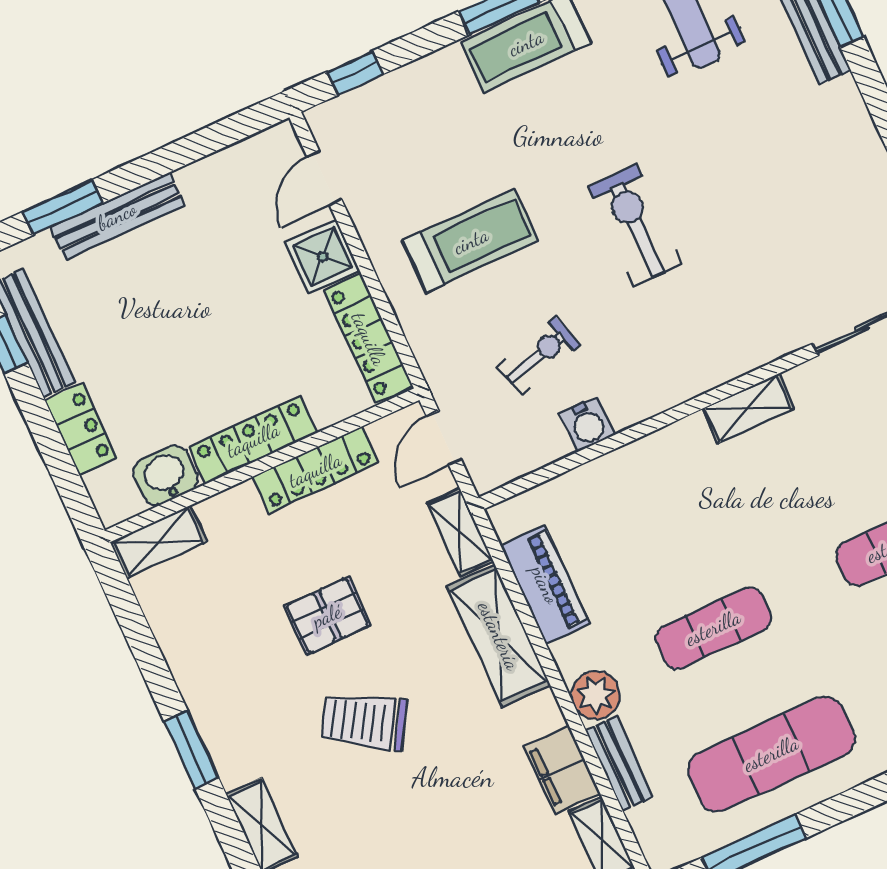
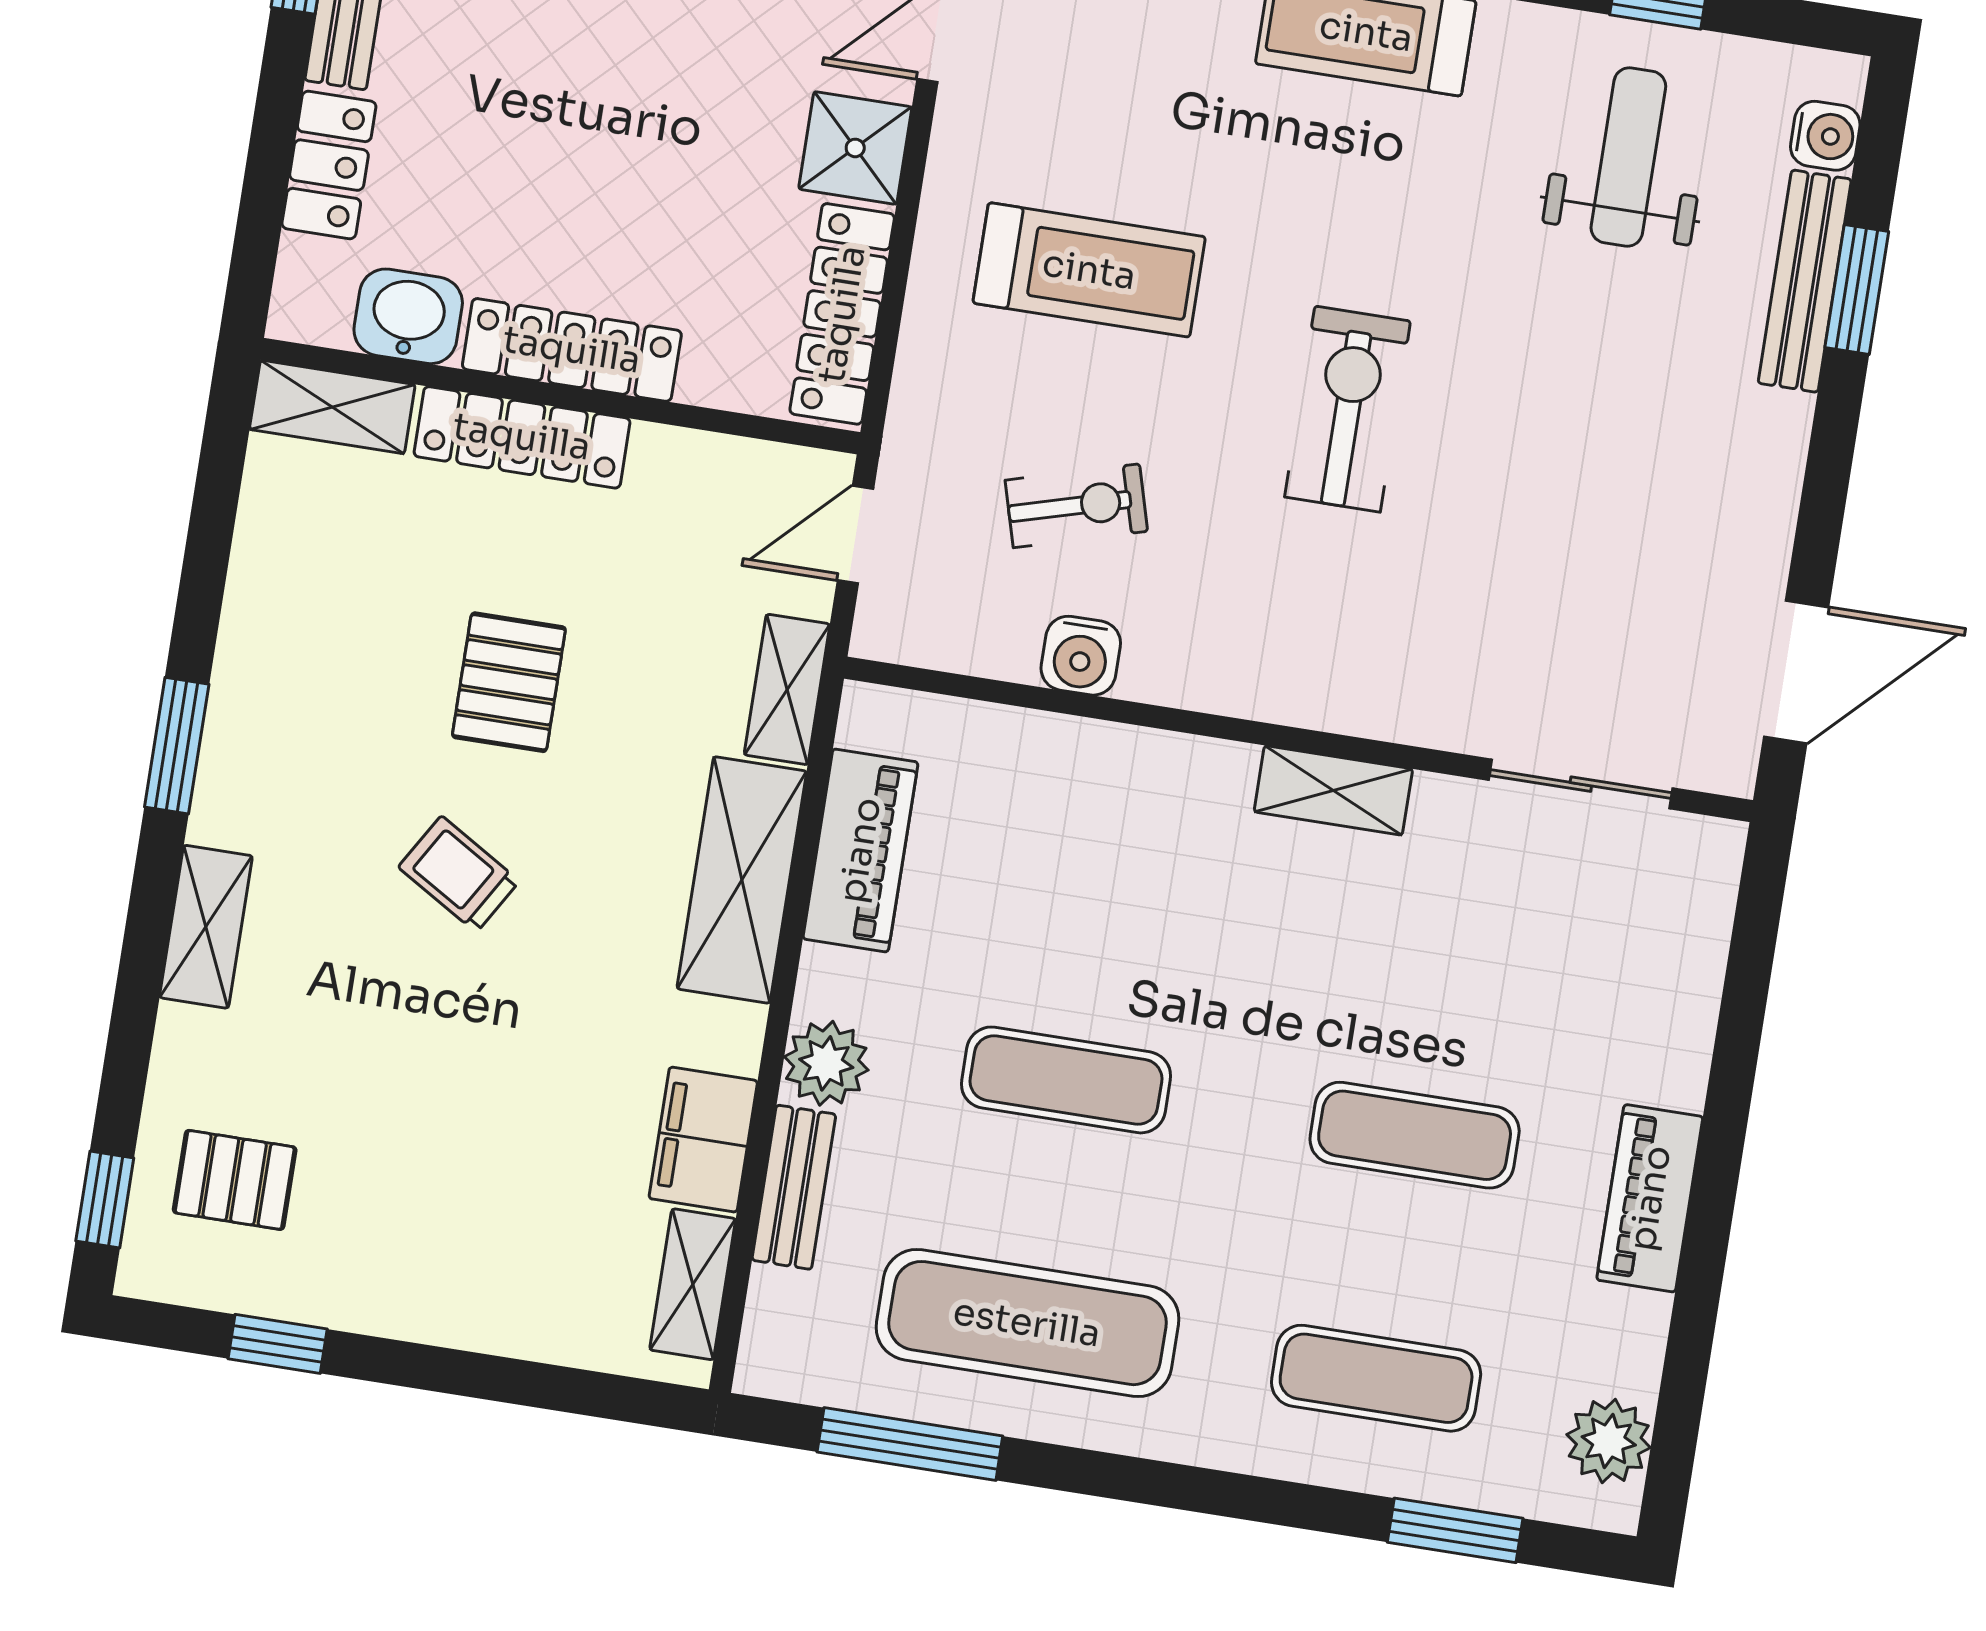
locker: (315, 470) -> (522, 437), moved
pallet: (327, 616) -> (509, 682), turned 90
trolley: (364, 721) -> (459, 874), width x0.73, depth x0.72

